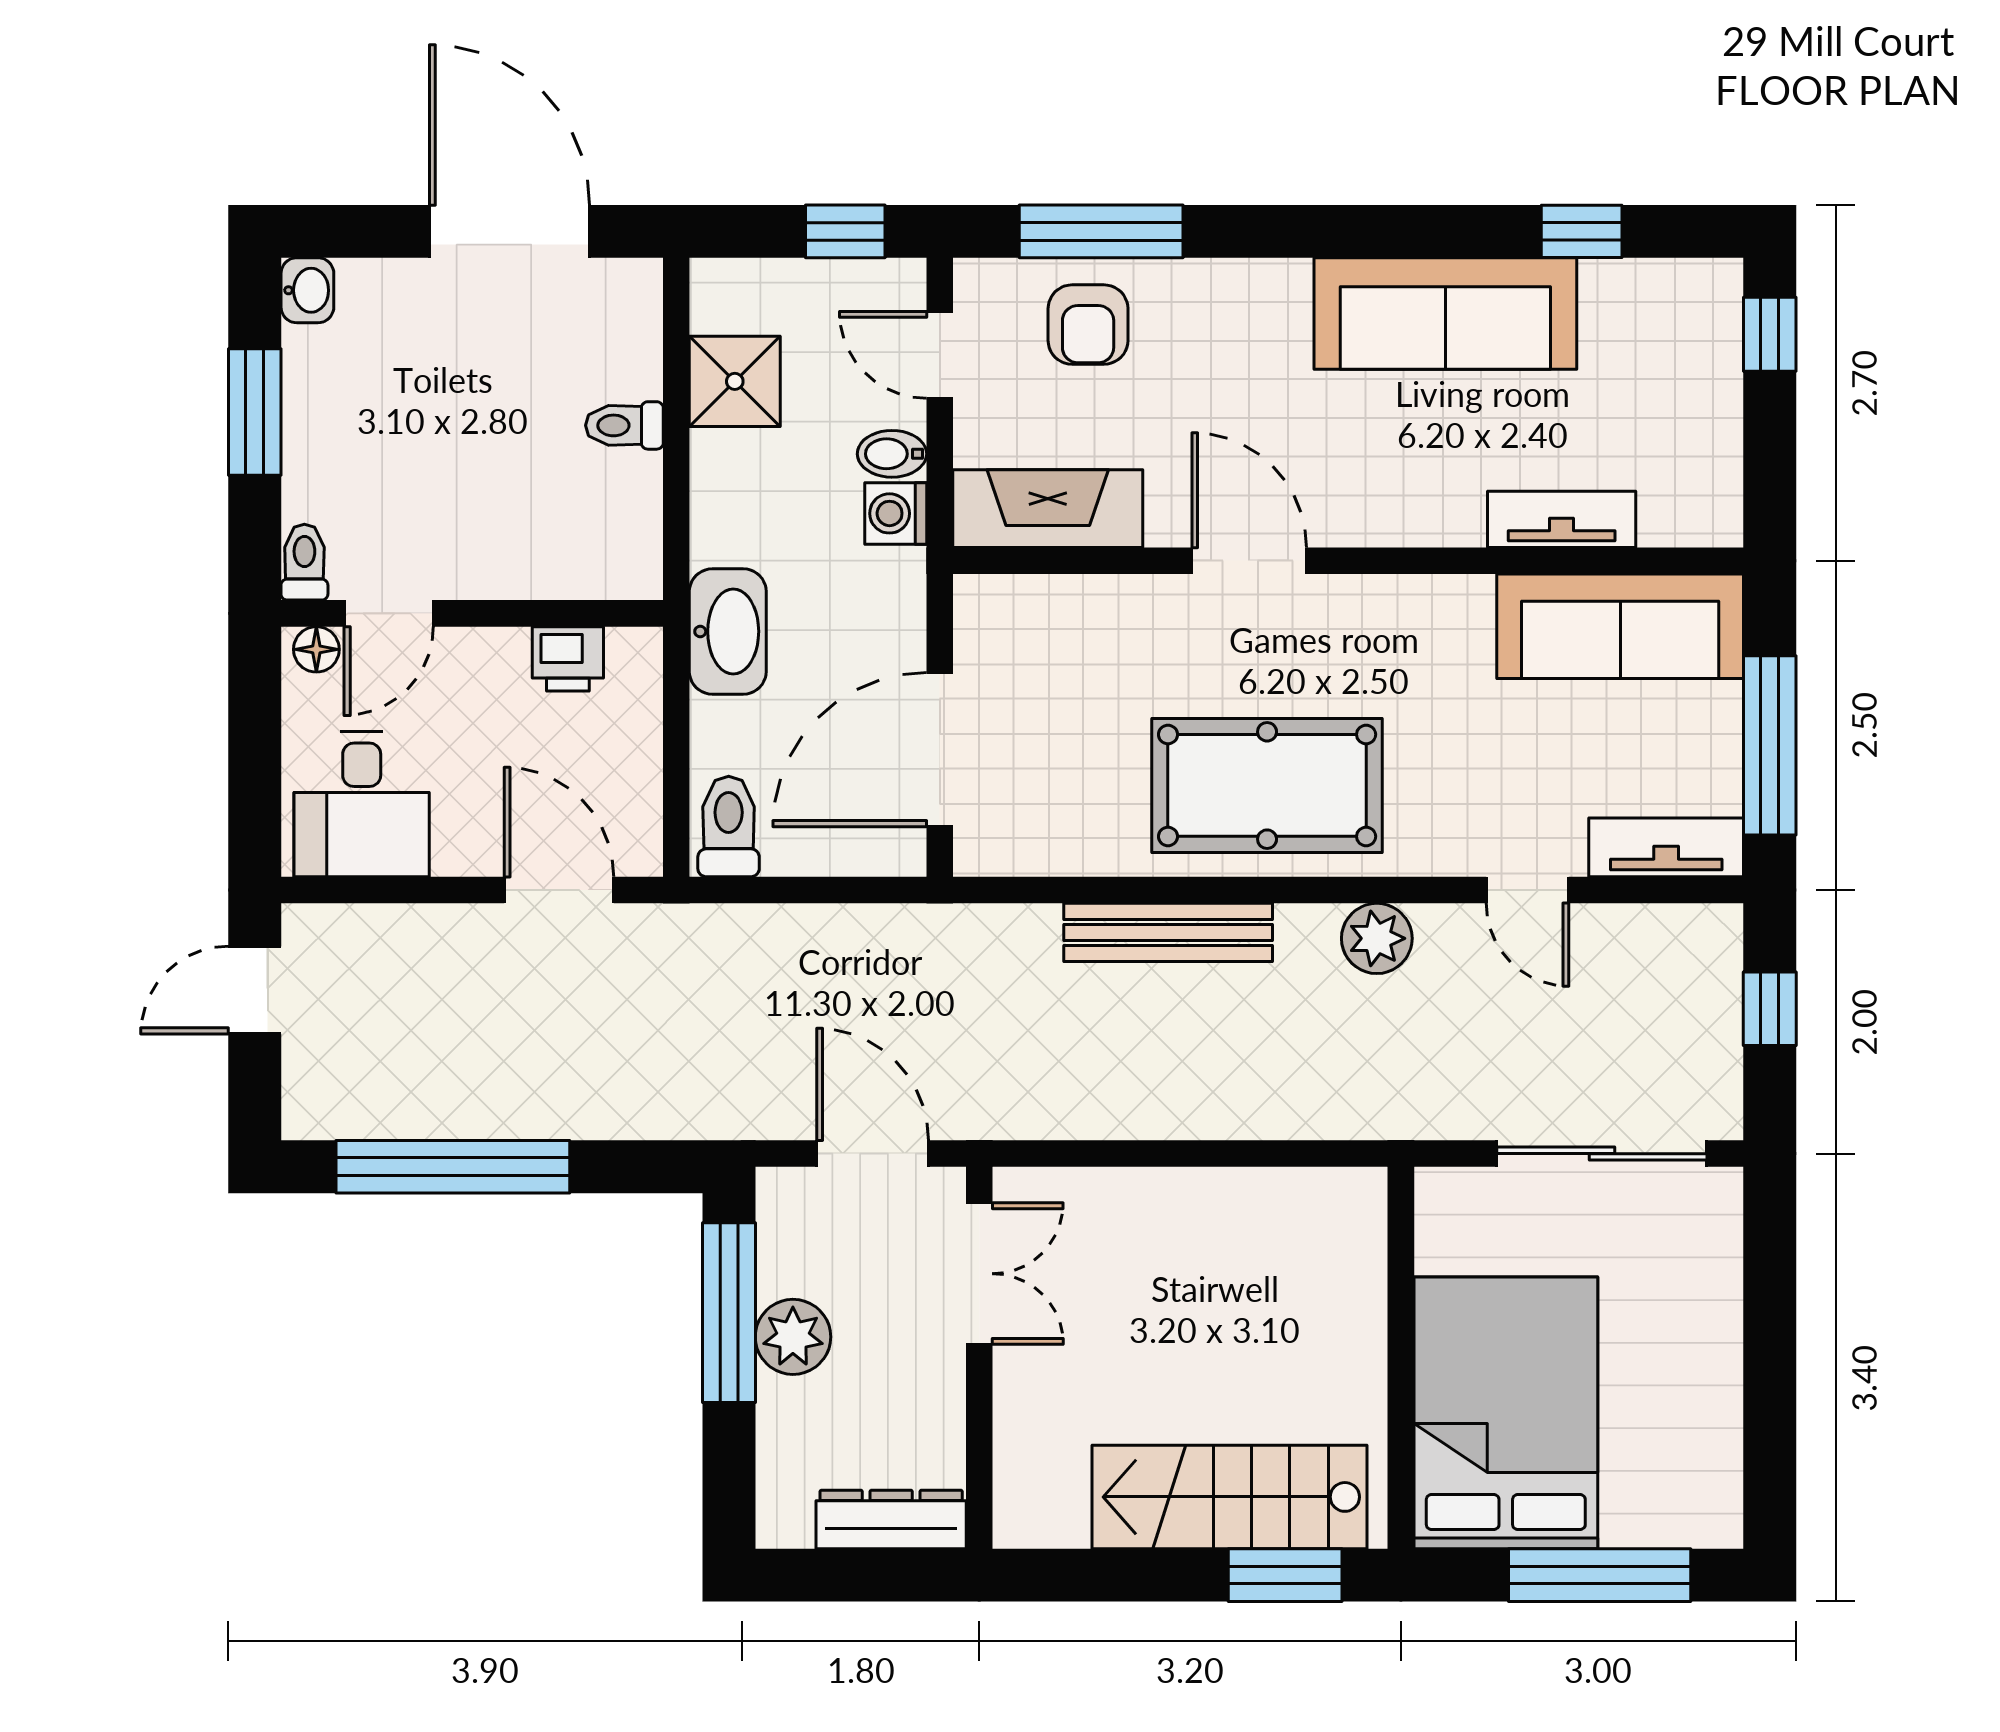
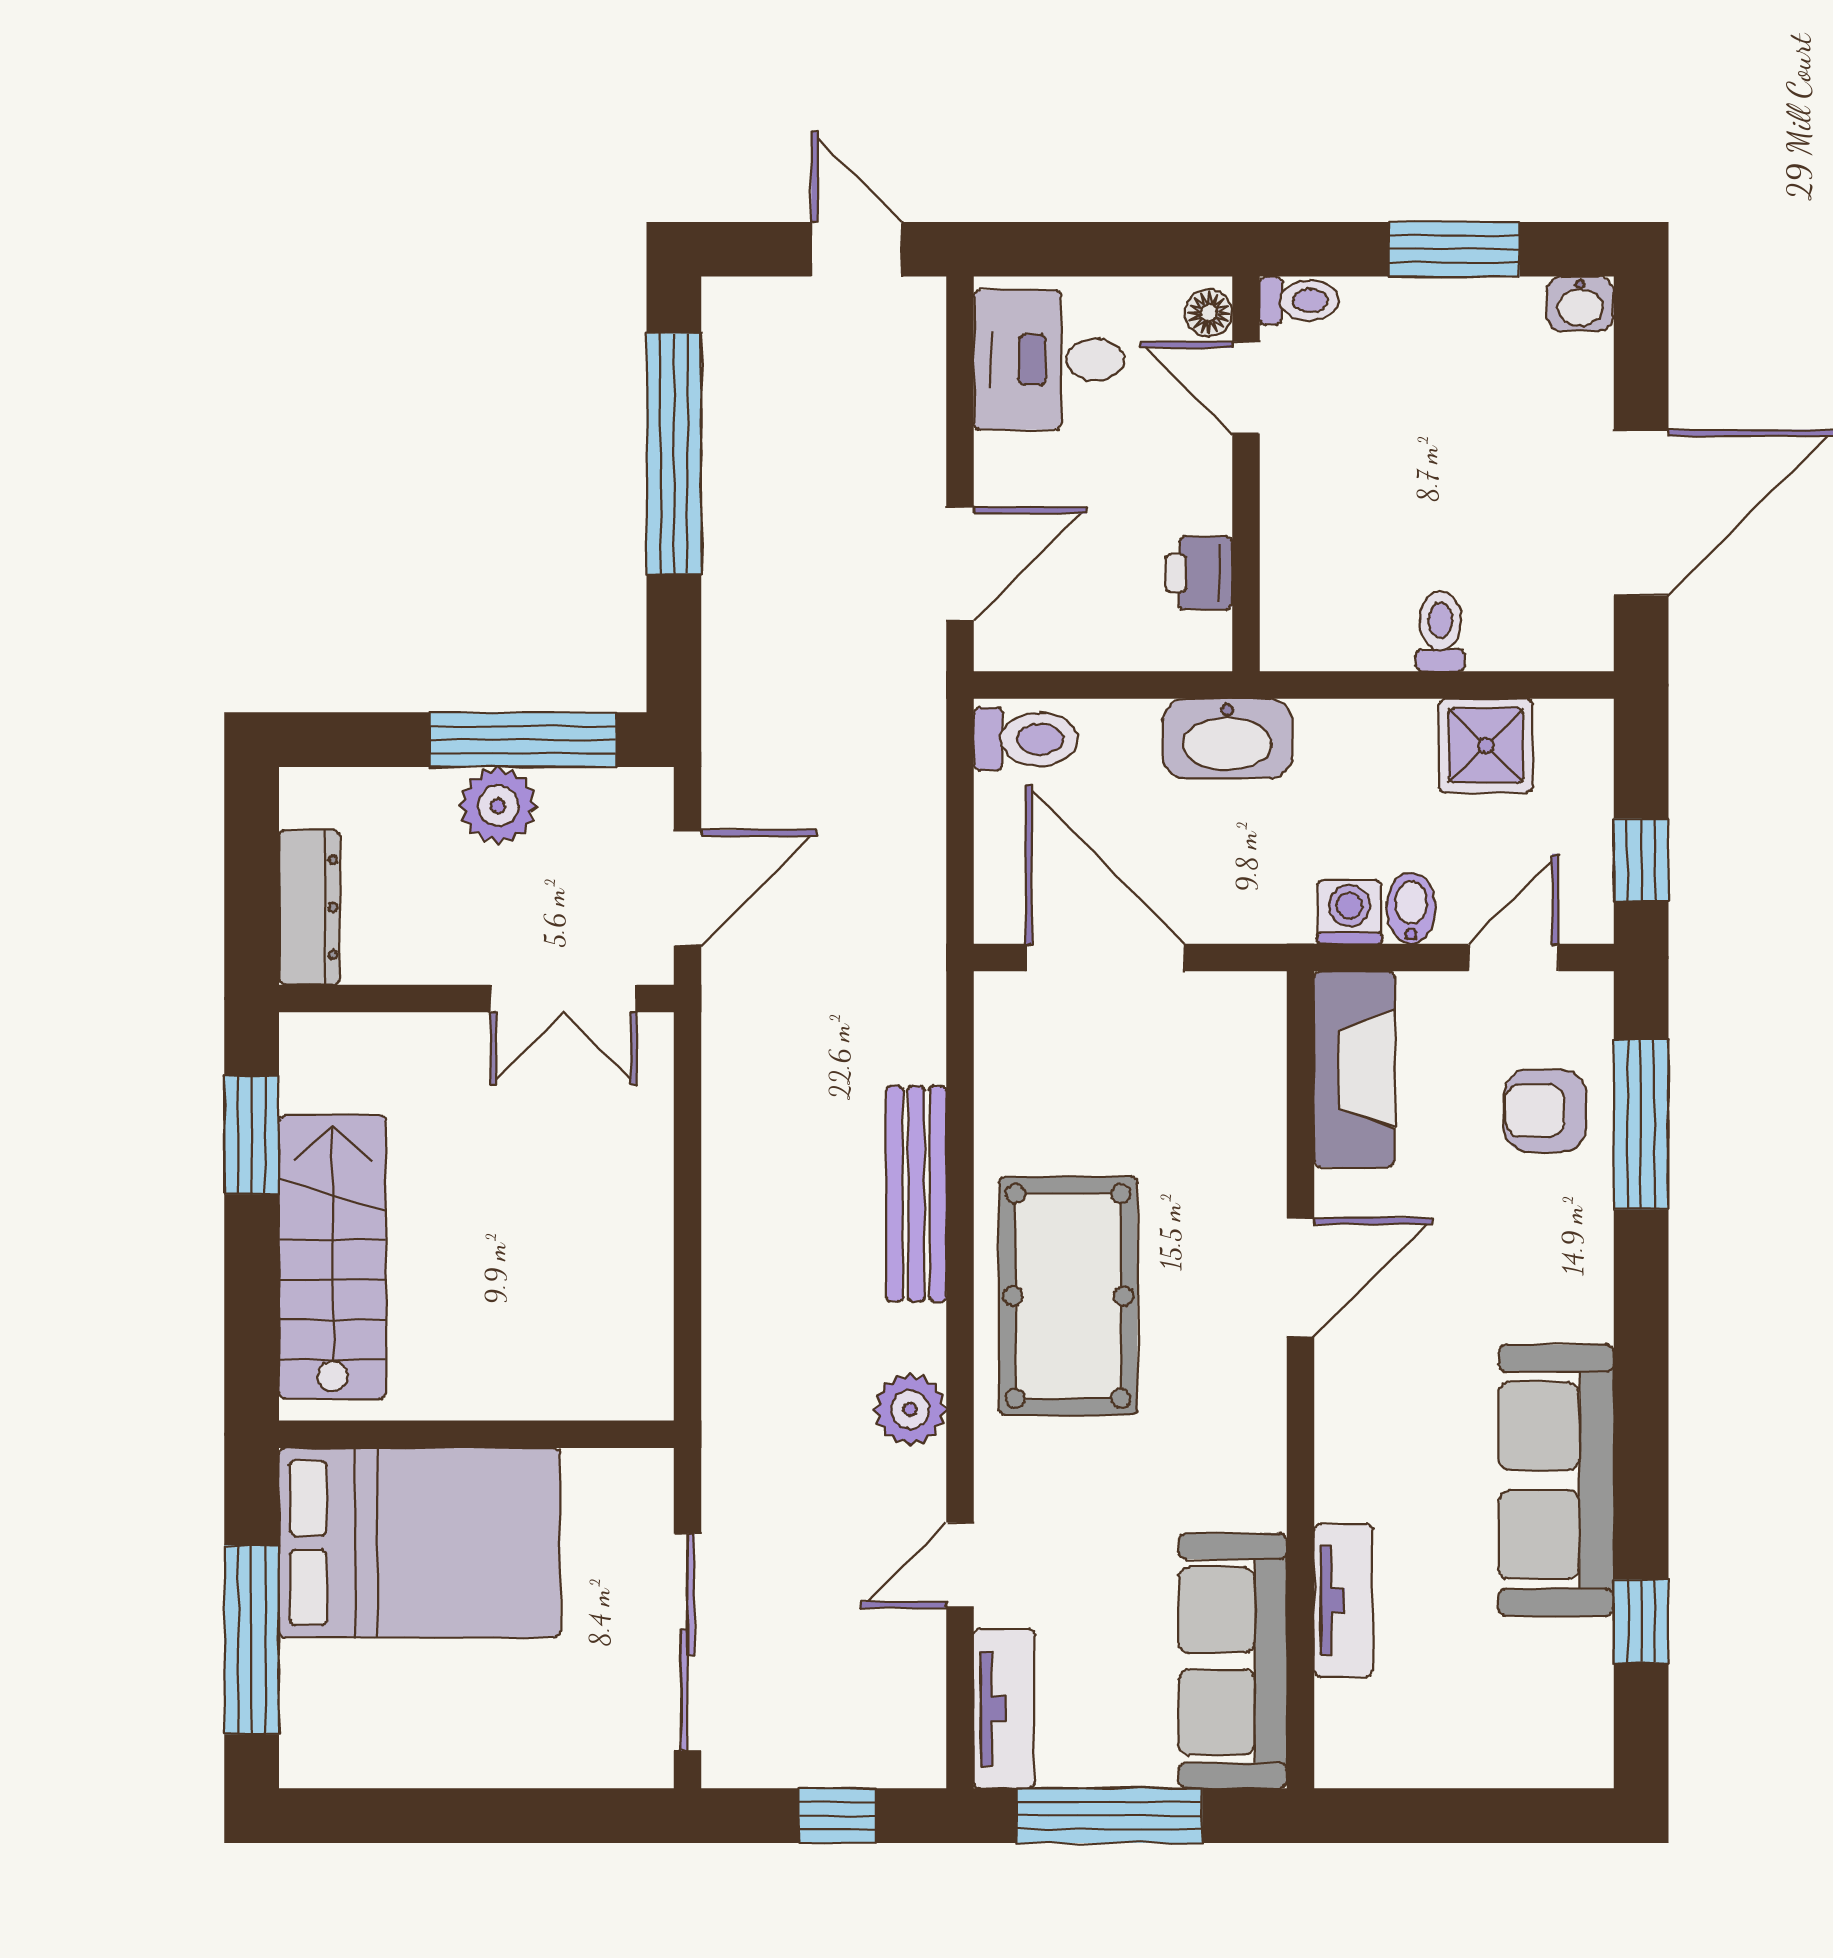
window: (1770, 334) -> (1535, 1816), removed
window: (1285, 1575) -> (252, 1135), moved

